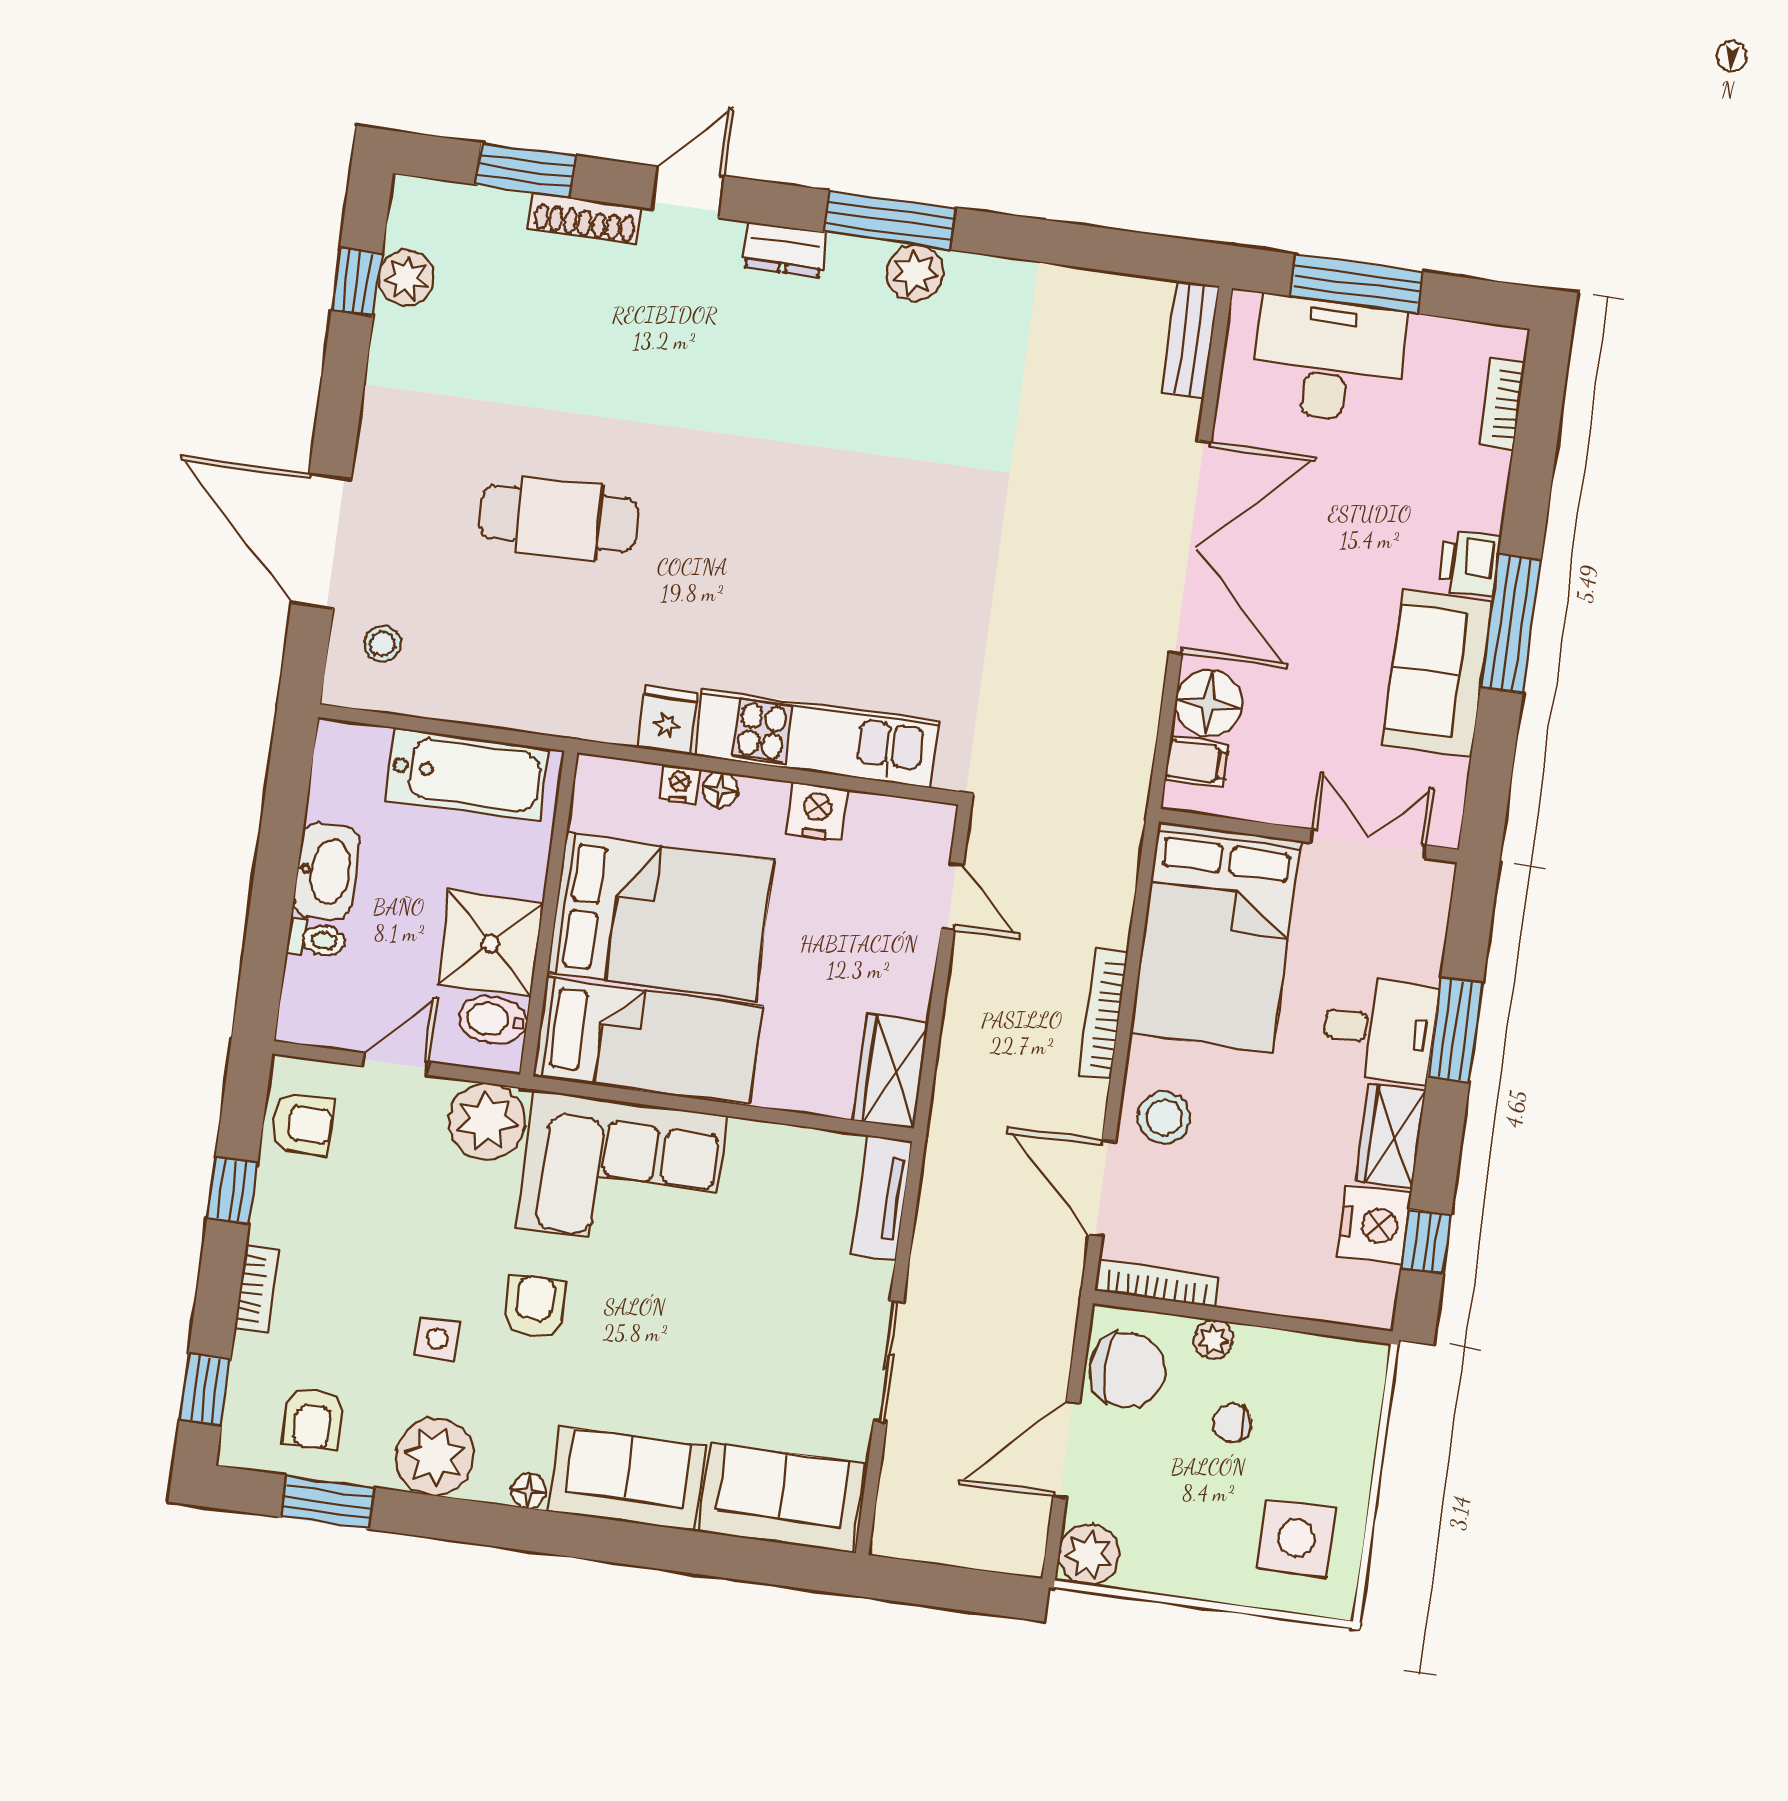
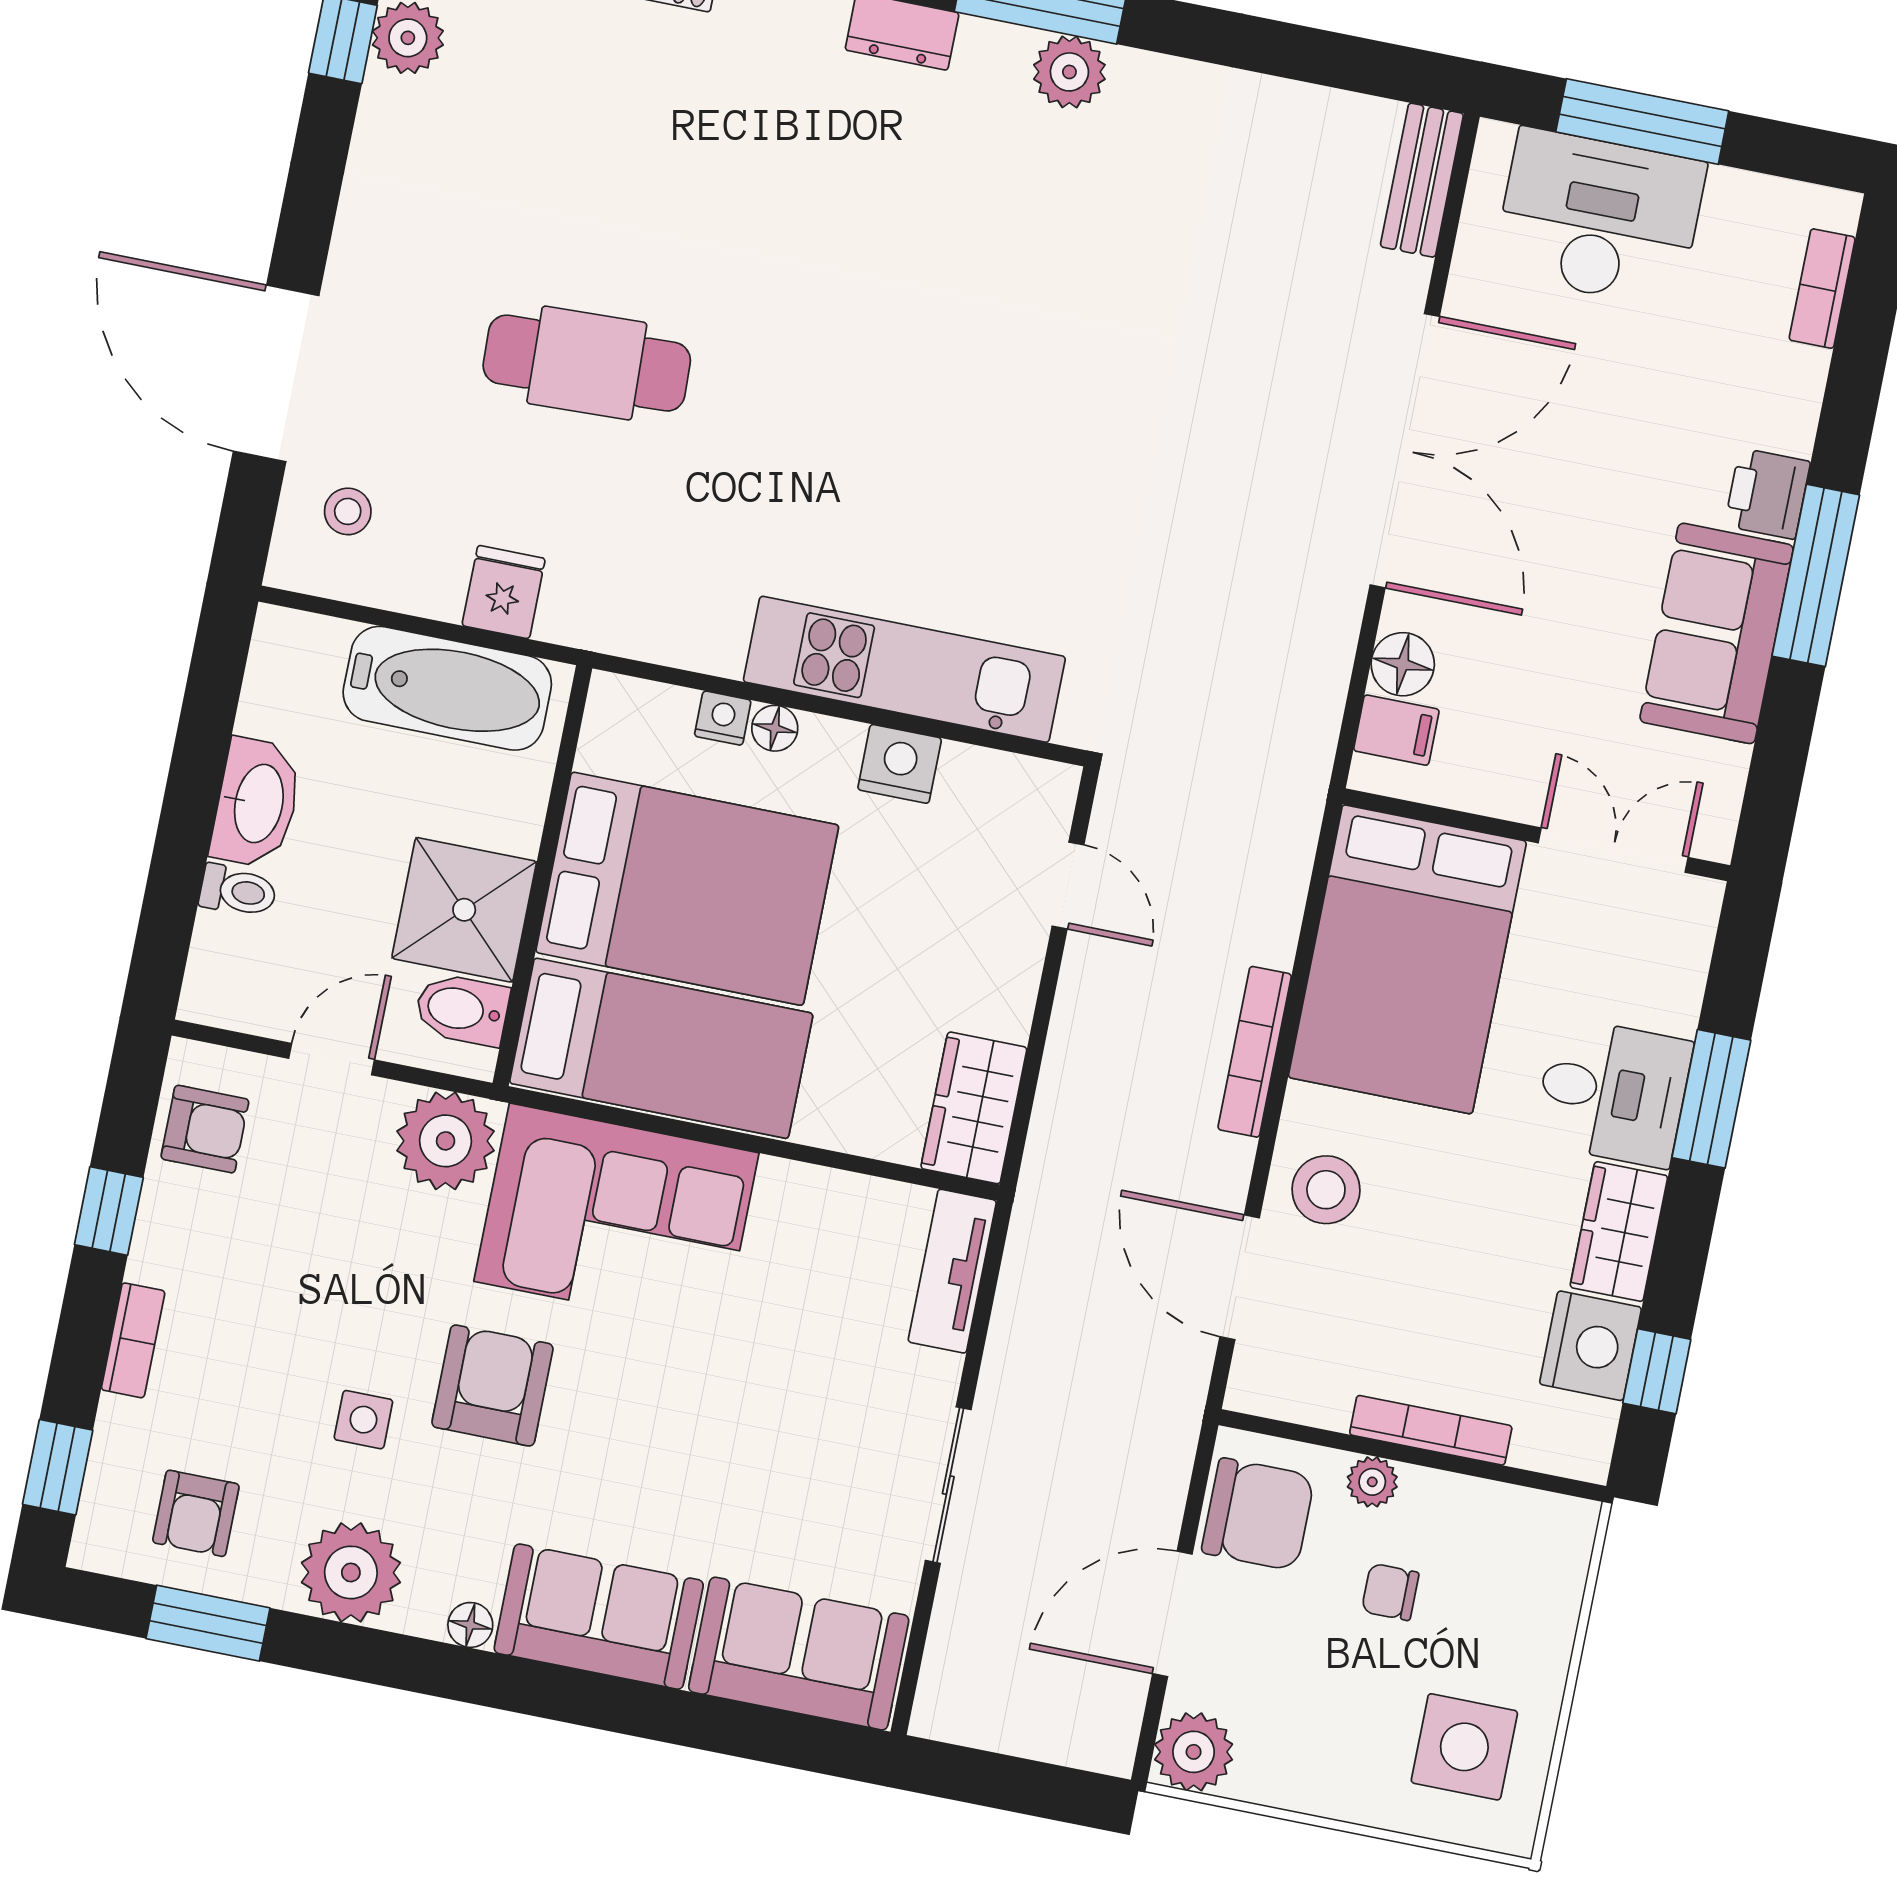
floor lamp: (1209, 703) -> (1403, 664), width x0.73, depth x0.73
fridge: (667, 720) -> (504, 592), moved
bookcase: (1157, 1283) -> (1431, 1430), moved
armchair: (534, 1307) -> (492, 1386), width x1.38, depth x1.38

